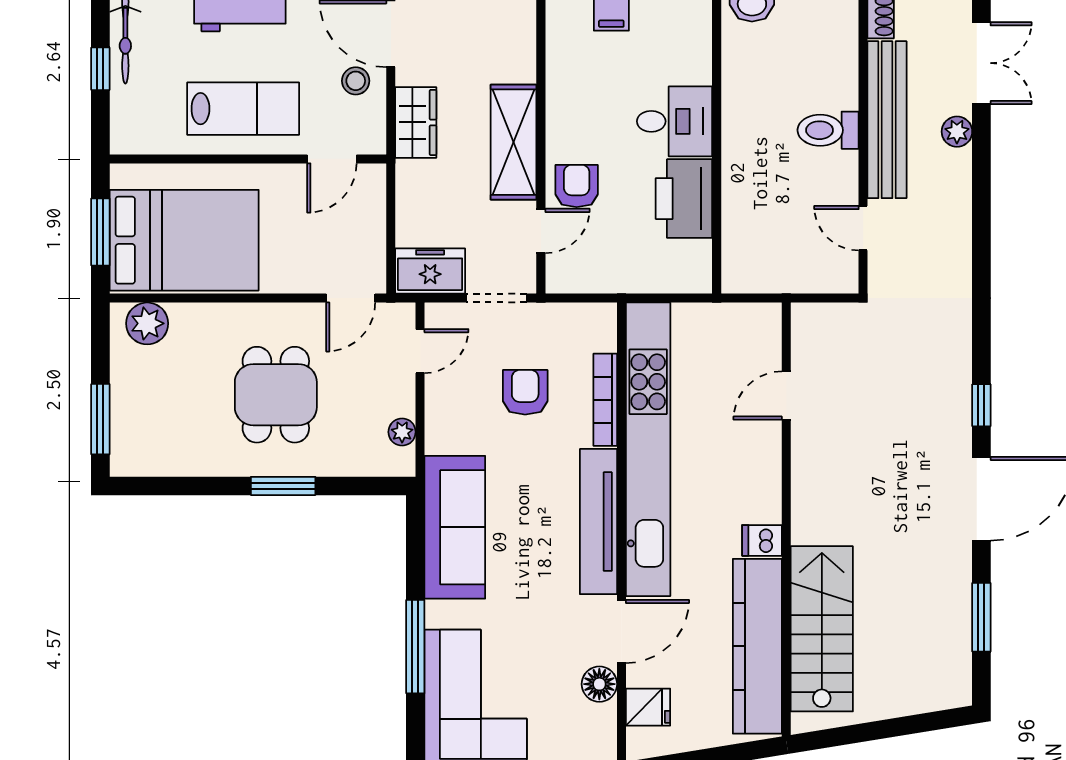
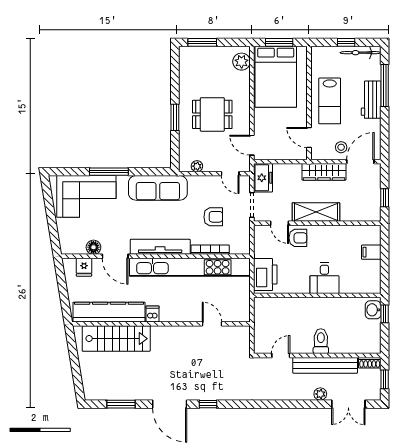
wardrobe: (416, 122) -> (324, 172), width x1.50
printer: (684, 199) -> (265, 275), moved, turned 90

